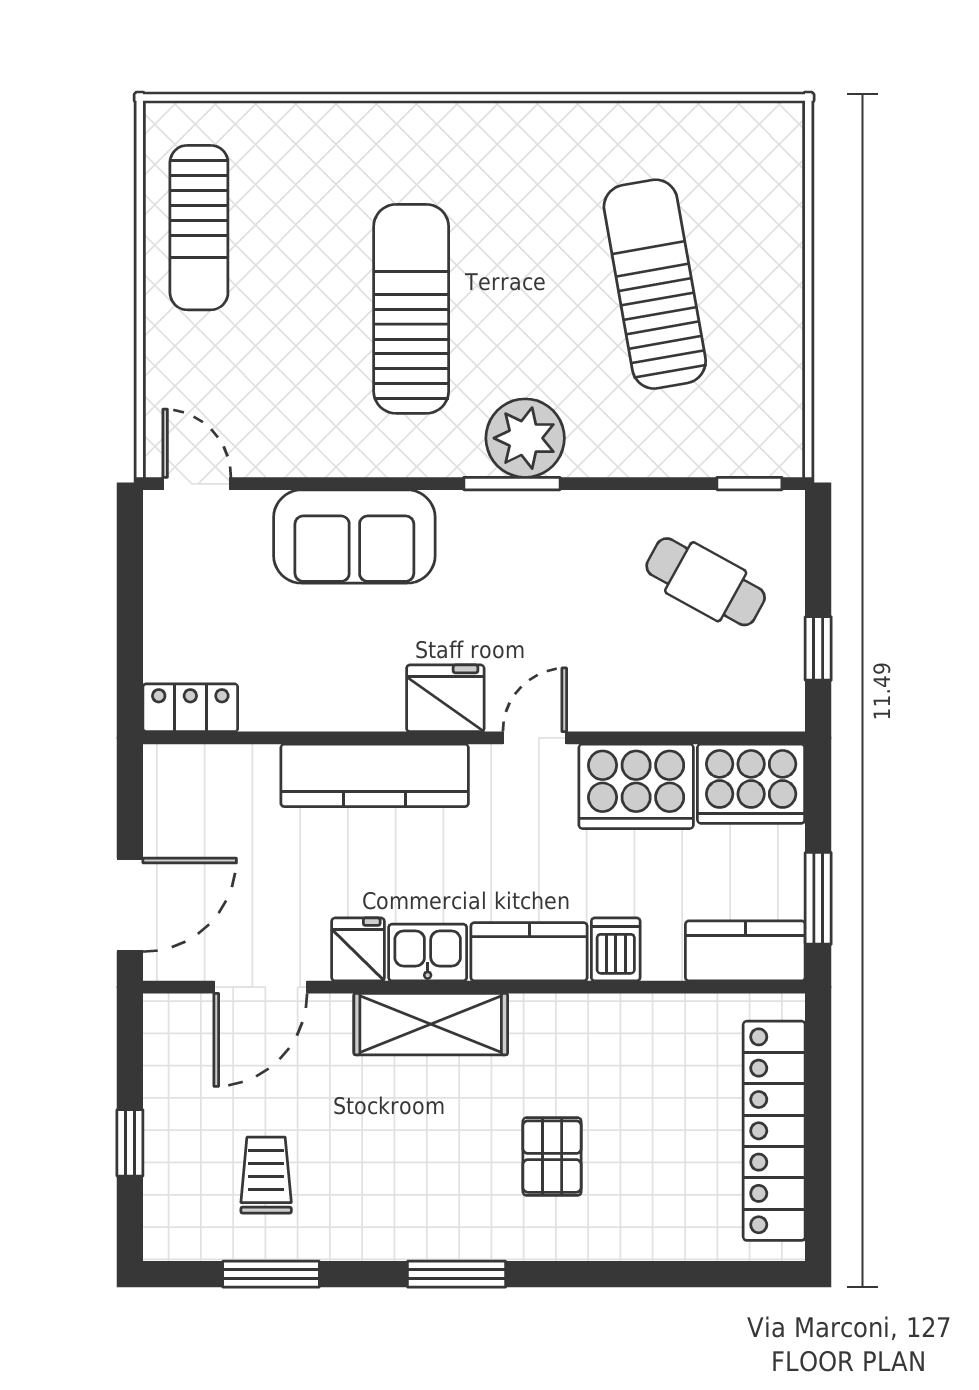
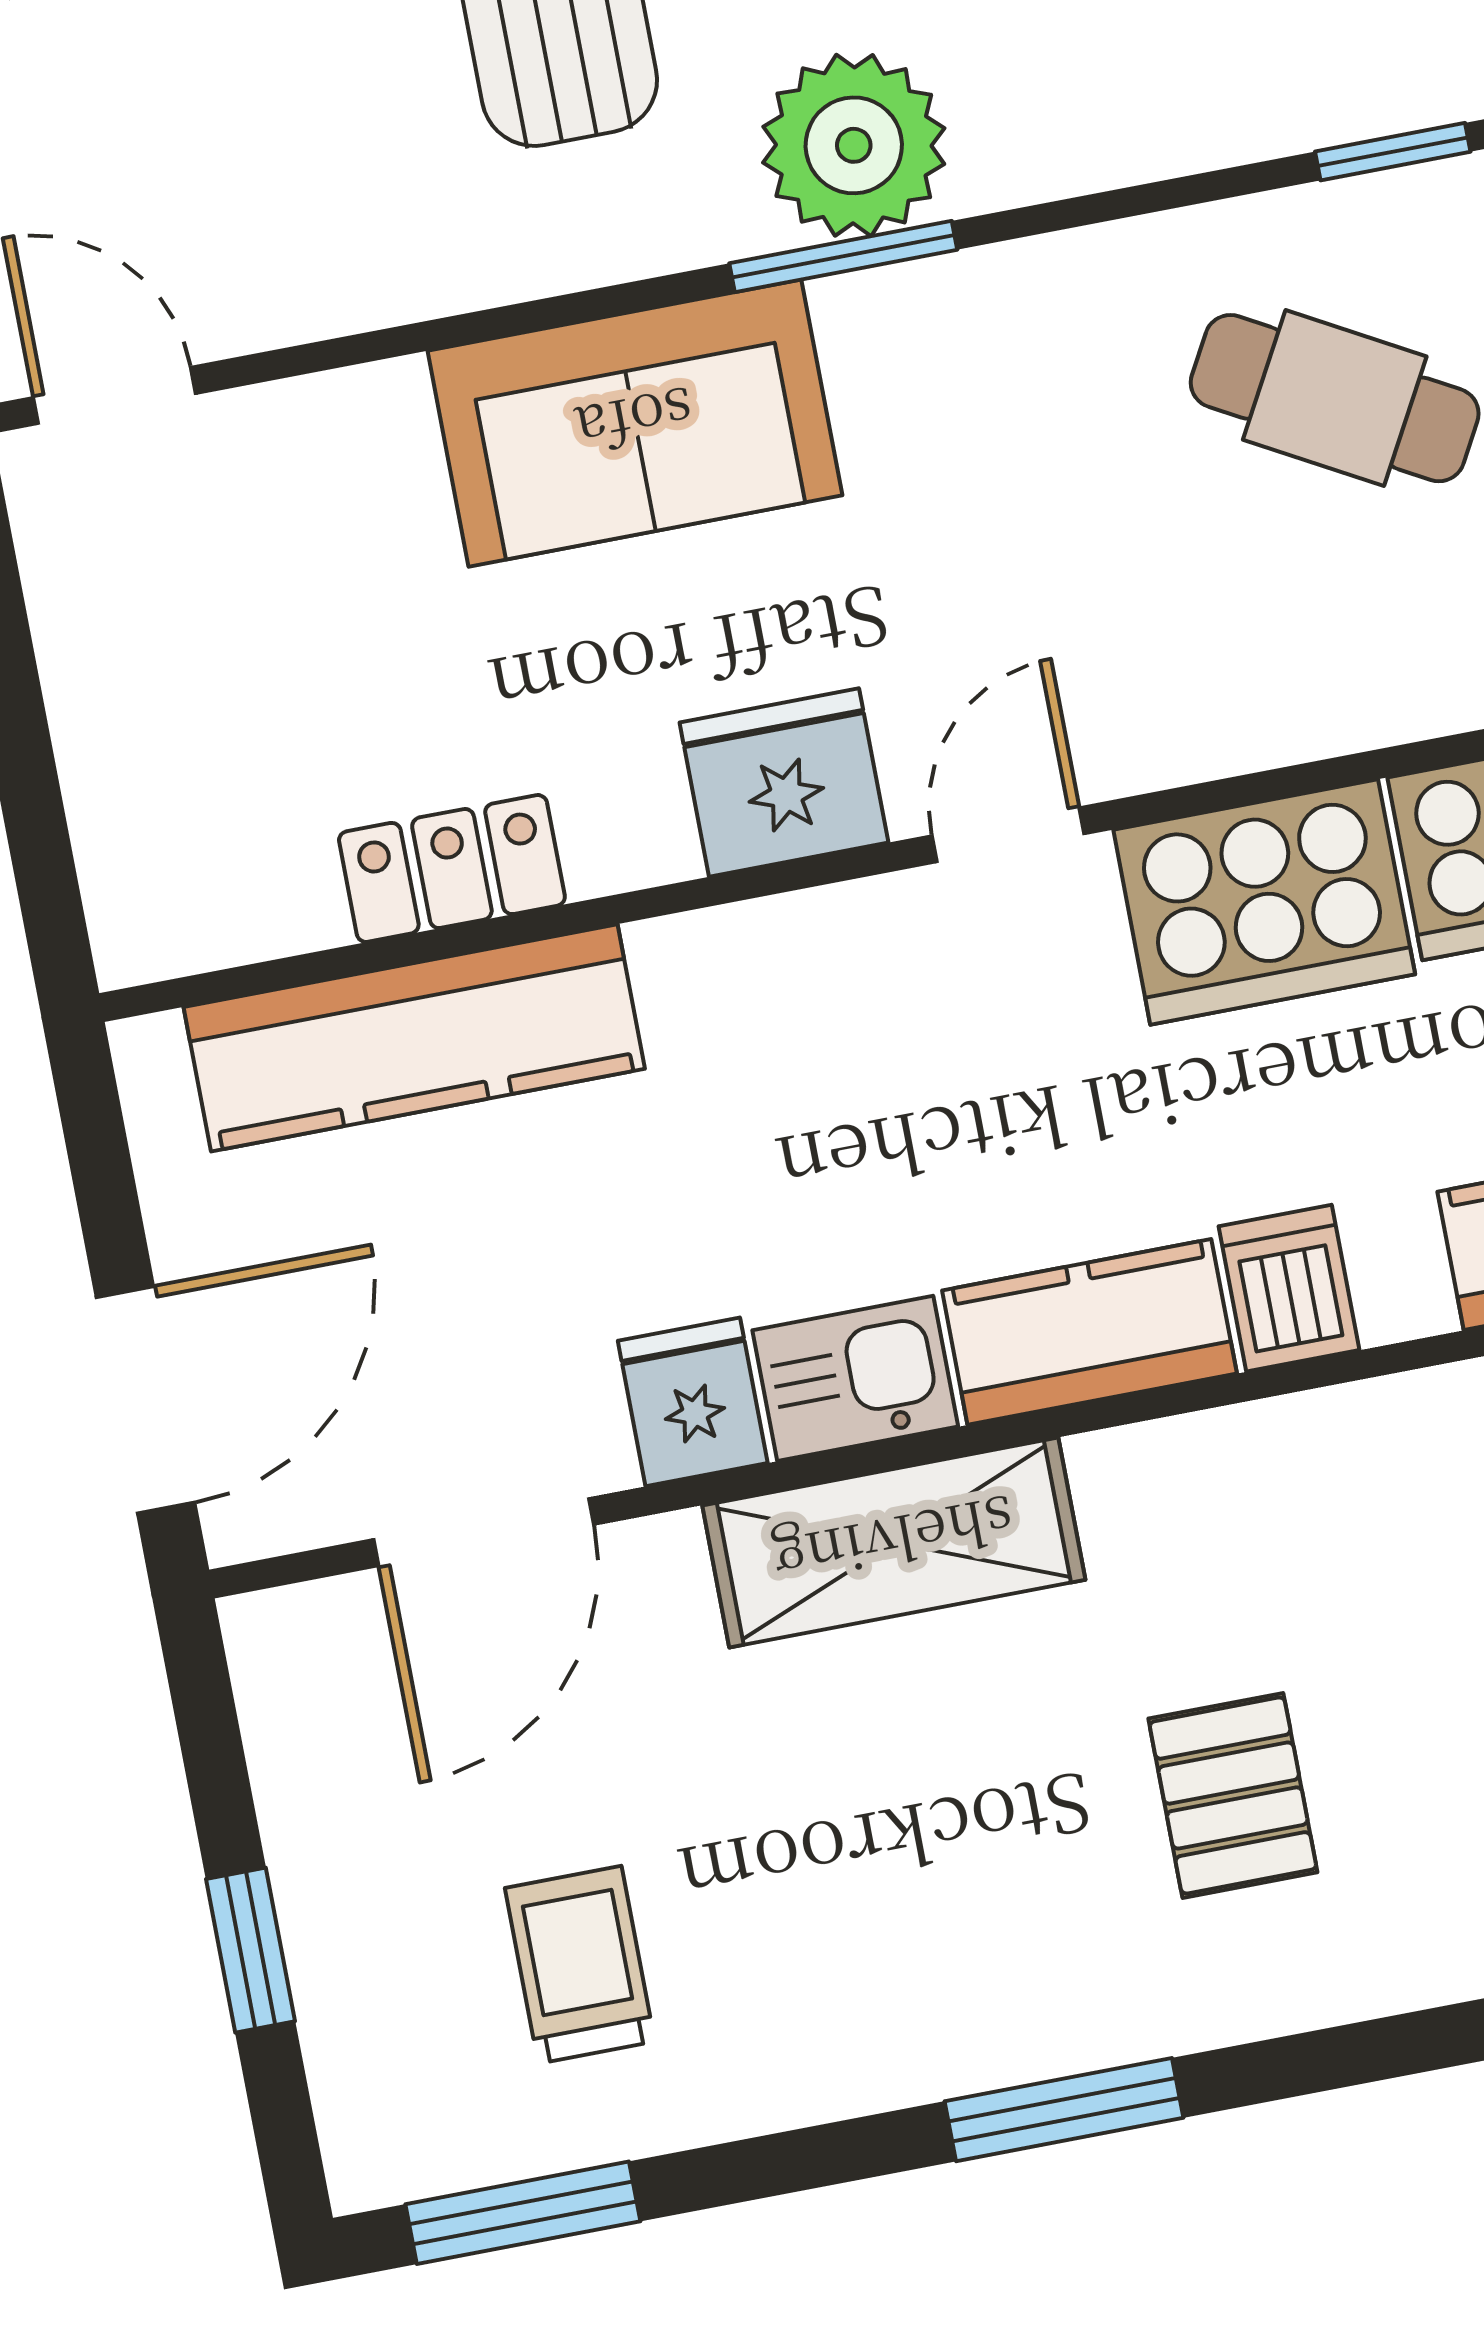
sofa: (354, 537) -> (635, 423), moved
locker: (190, 708) -> (452, 869), moved
kitchen counter: (375, 775) -> (414, 1038), moved
window: (271, 1274) -> (523, 2213), moved

